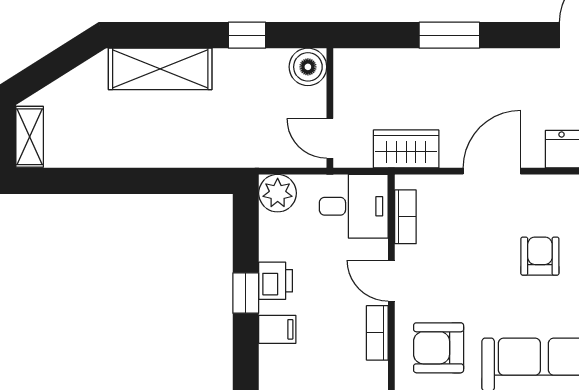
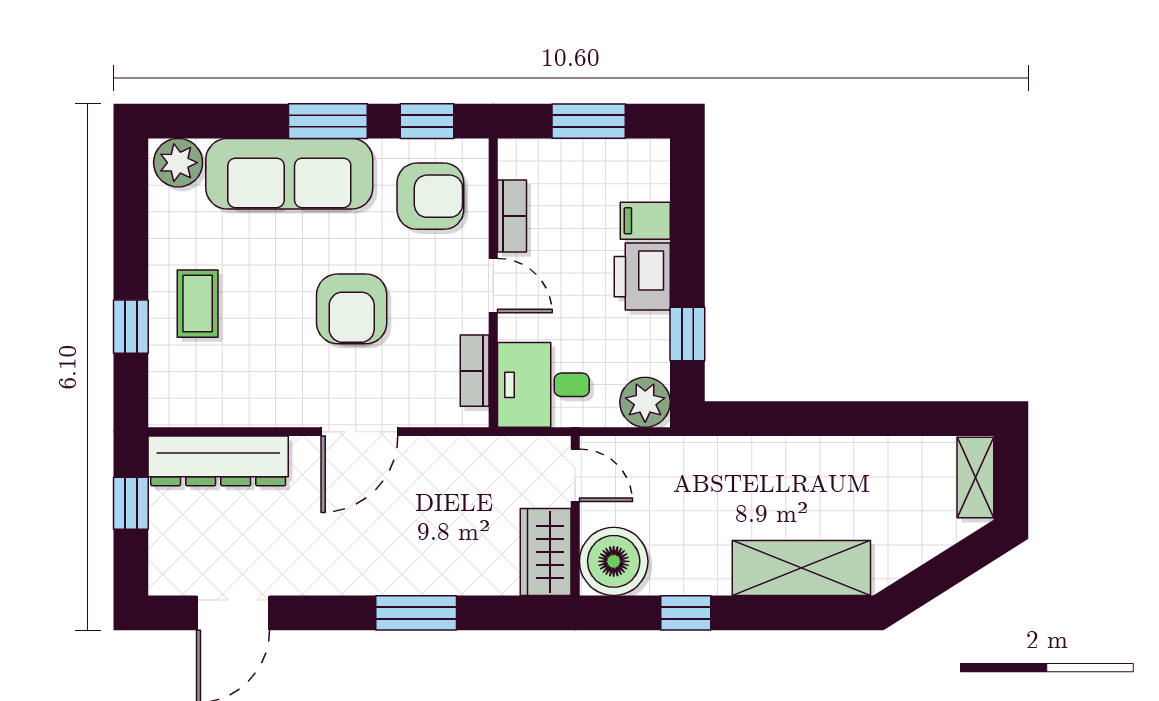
boiler: (308, 67) -> (614, 561), width x1.37, depth x1.37
wardrobe: (406, 149) -> (546, 552), moved, turned 90
armchair: (540, 256) -> (352, 309), moved, width x1.38, depth x1.38
printer: (276, 281) -> (642, 277), width x1.36, depth x1.24
window: (246, 293) -> (687, 334), moved

